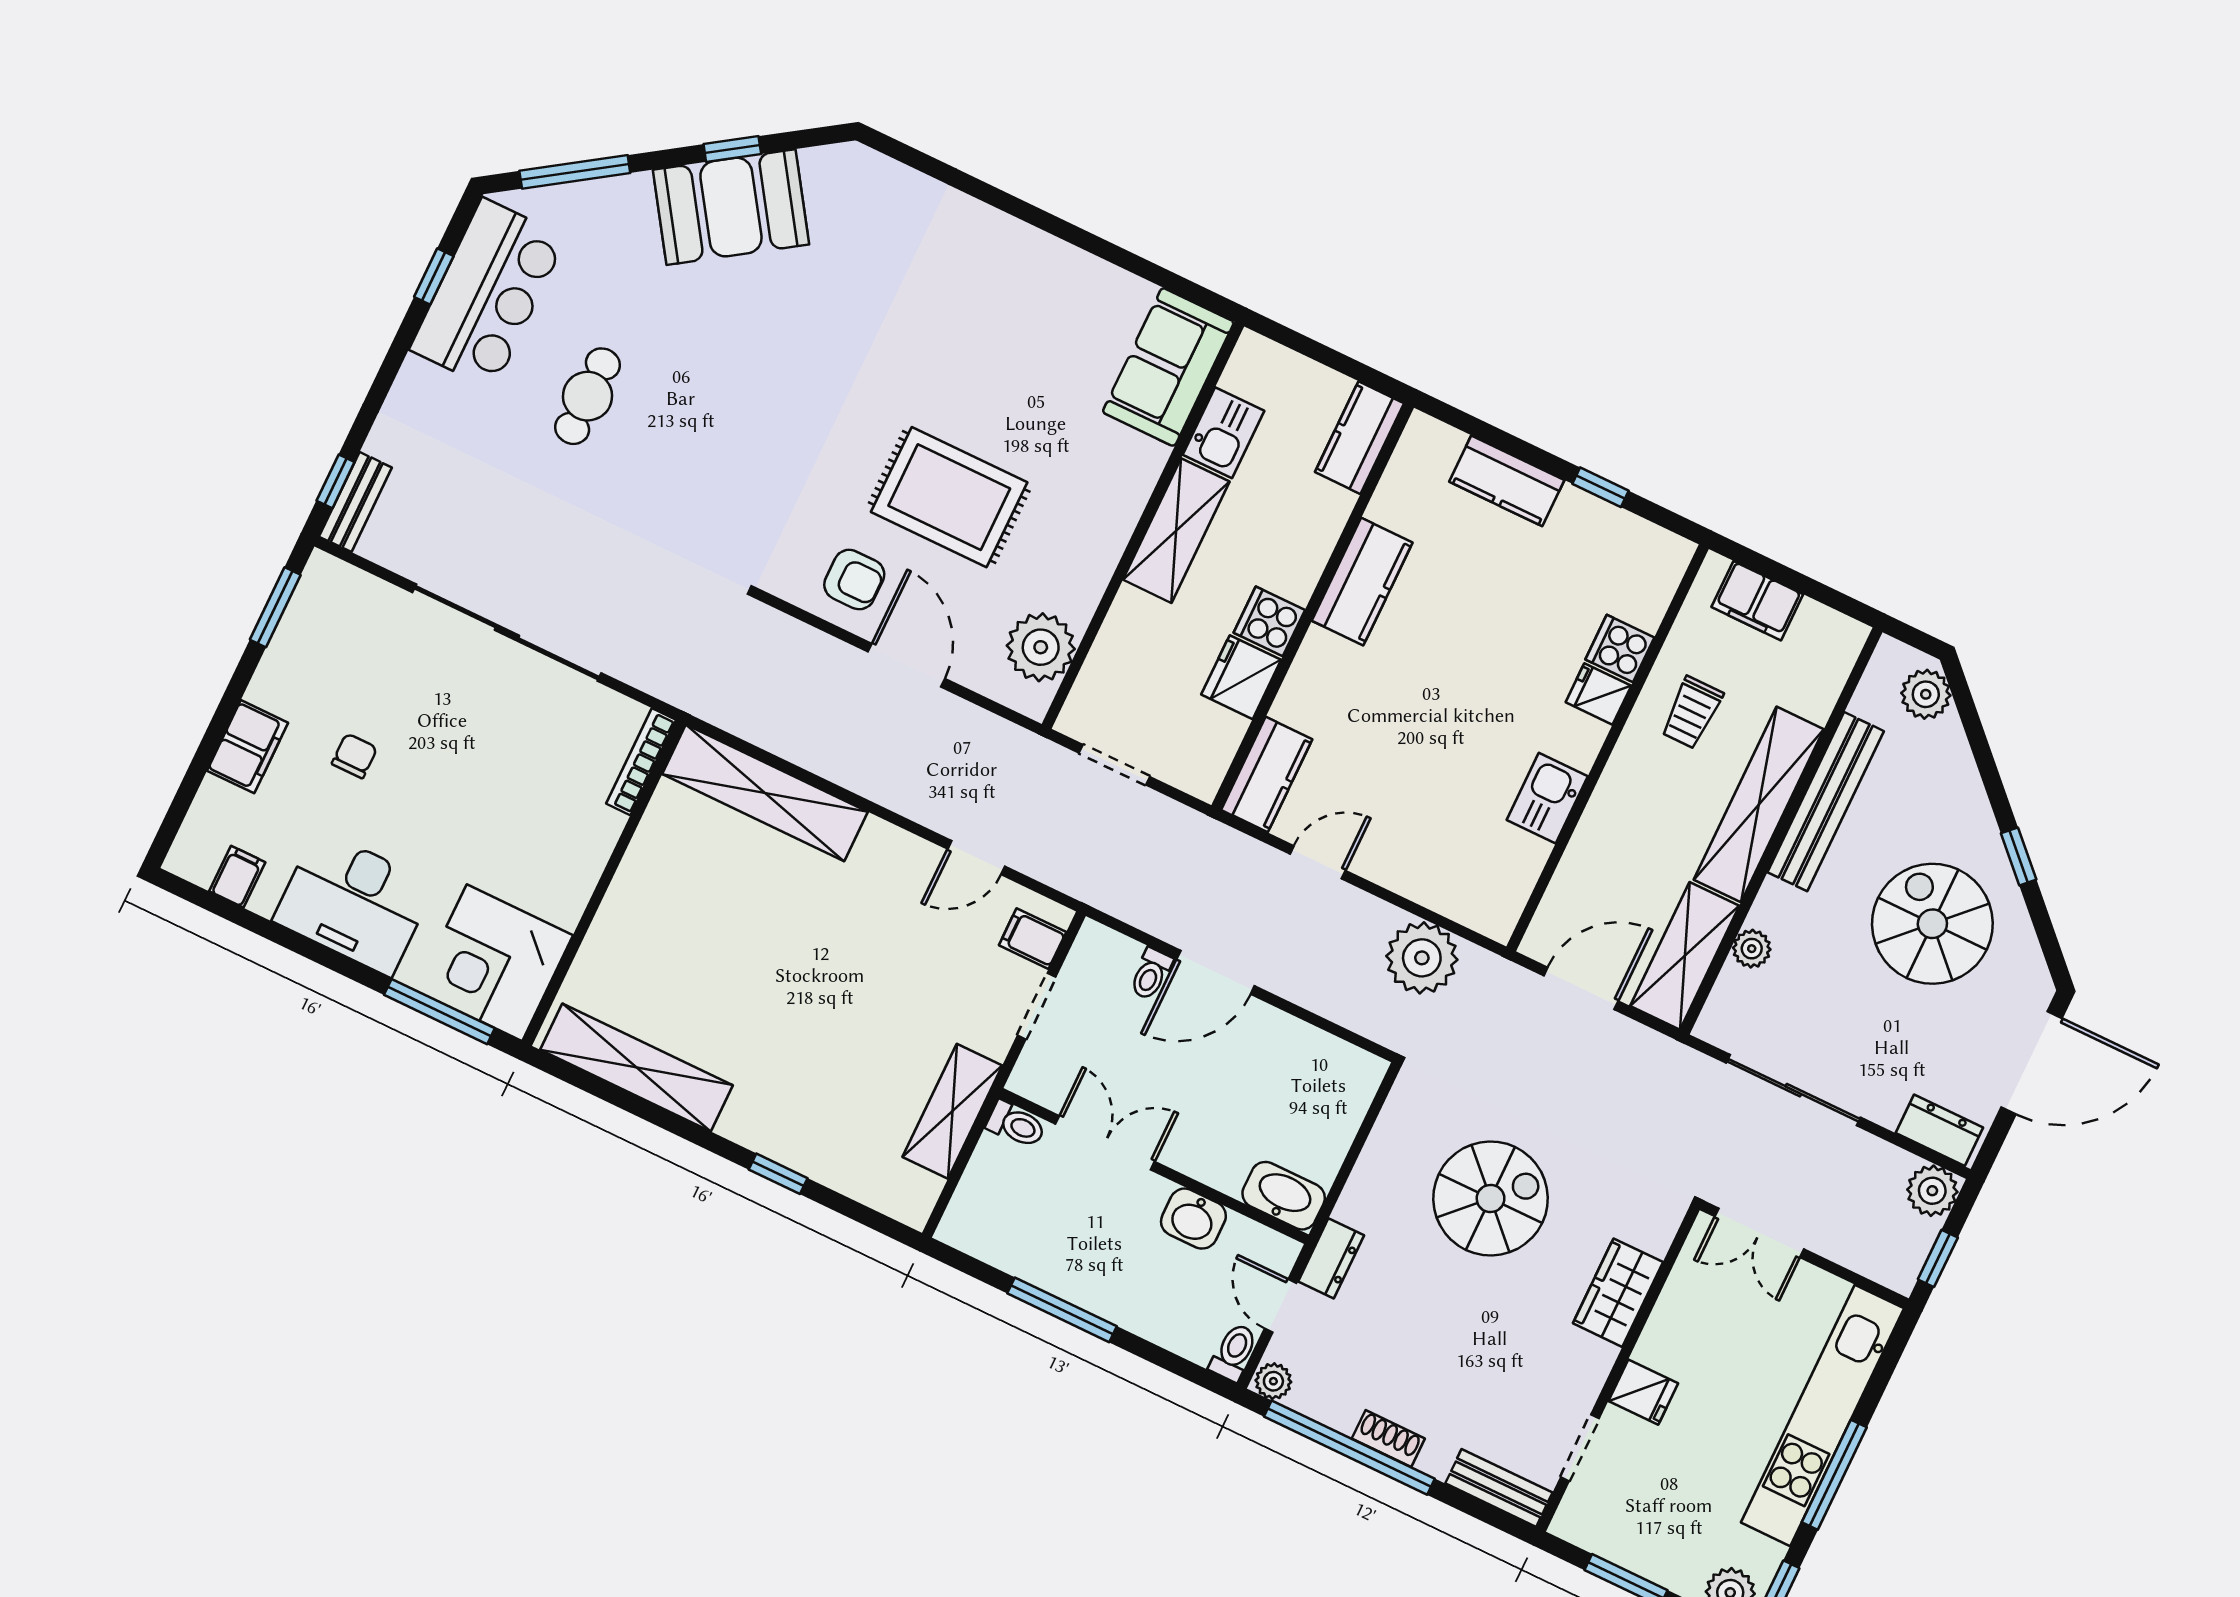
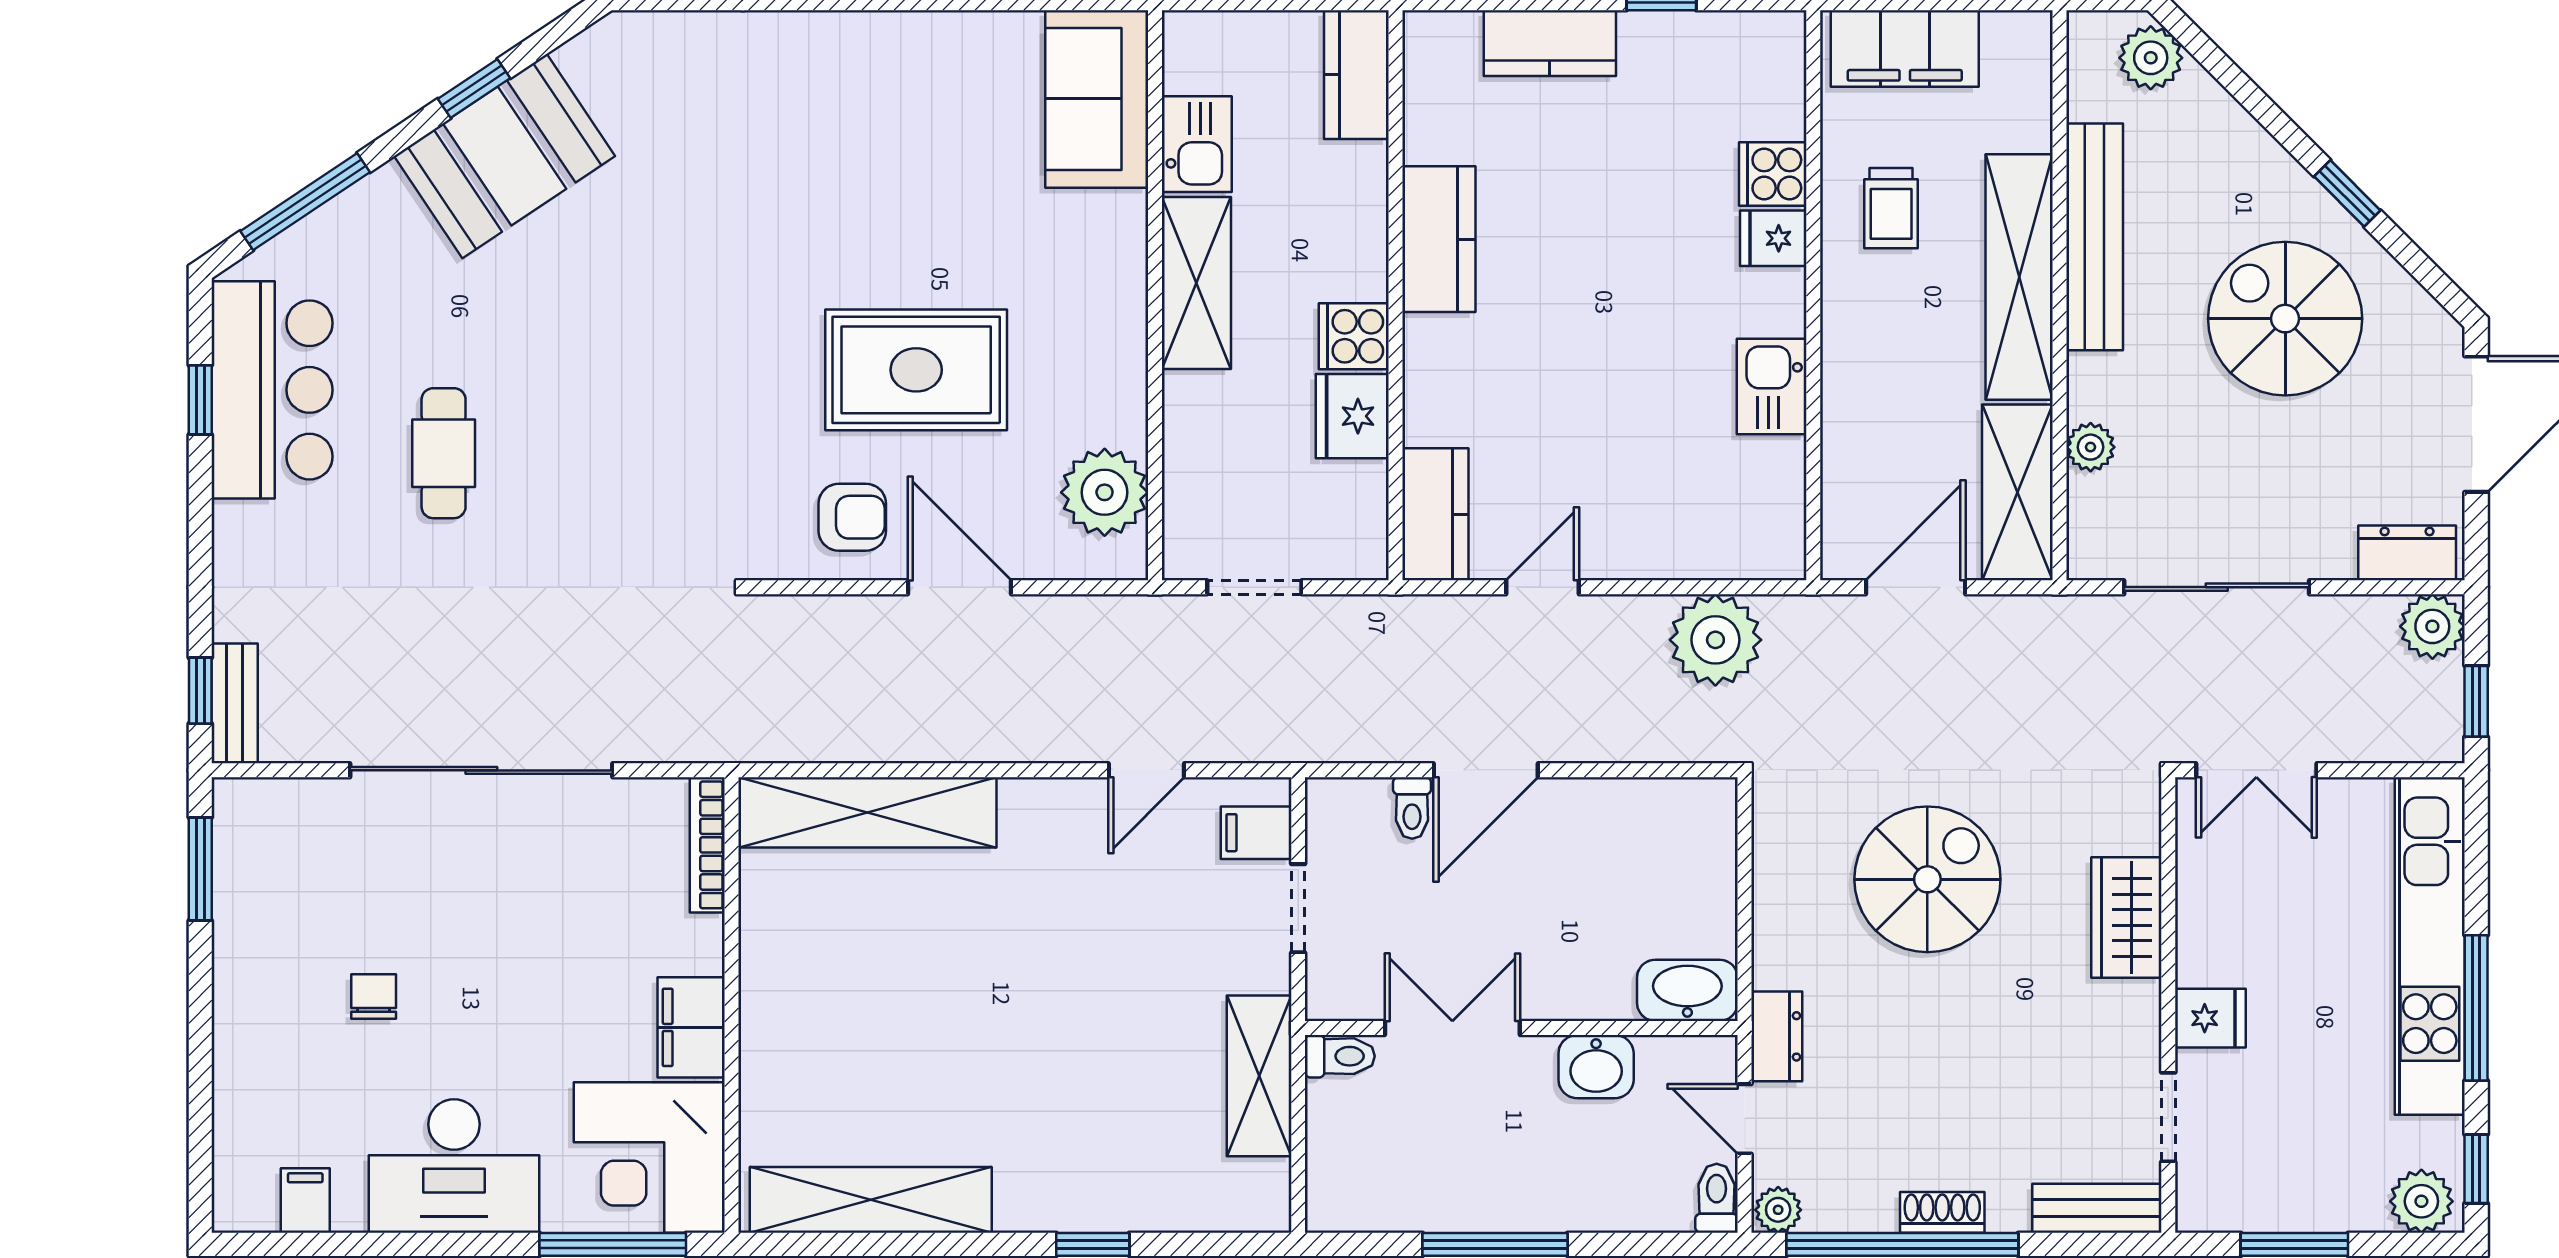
filing cabinet: (1757, 601) -> (1905, 48), width x1.50, depth x1.17
filing cabinet: (247, 747) -> (691, 1027), moved, turned 180

